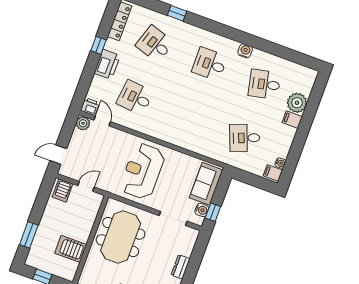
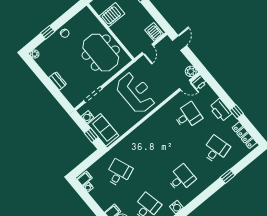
desk: (155, 44) -> (216, 150), turned -33
window: (213, 212) -> (91, 135), moved

